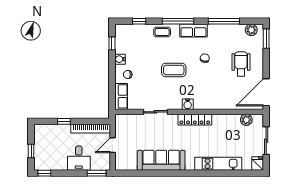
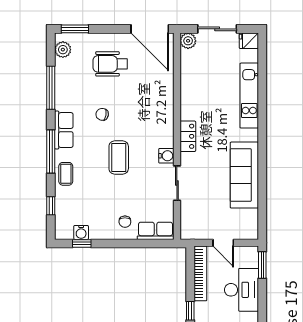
water cooler: (120, 59) -> (81, 232), moved
water cooler: (188, 104) -> (166, 156), moved
locker: (195, 120) -> (188, 136), width x0.66
plant: (246, 120) -> (188, 41), moved
desk: (79, 158) -> (241, 290), width x1.37

